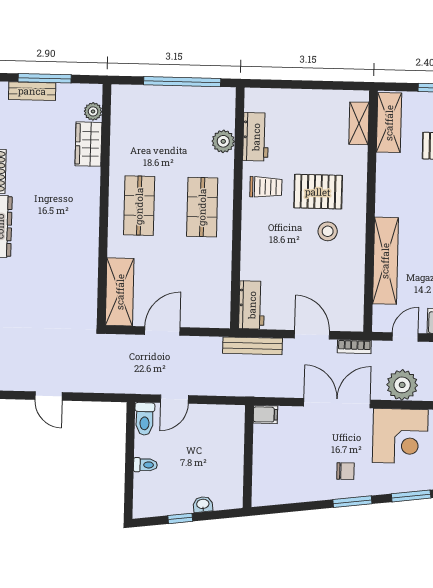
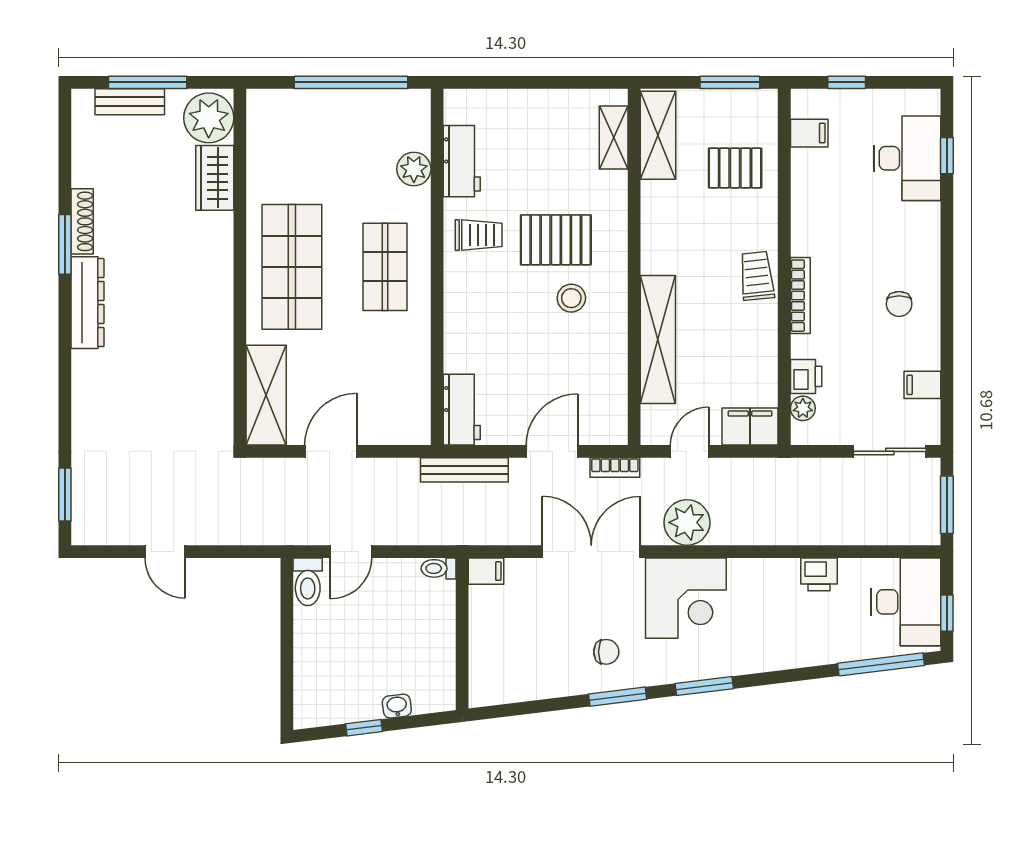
plant: (93, 111) -> (209, 118), width x1.88, depth x1.88
shop shelf: (139, 206) -> (292, 267), width x1.43, depth x1.36
door: (312, 335) -> (552, 451), hinge flipped
toilet: (145, 465) -> (439, 568), moved, turned 180

